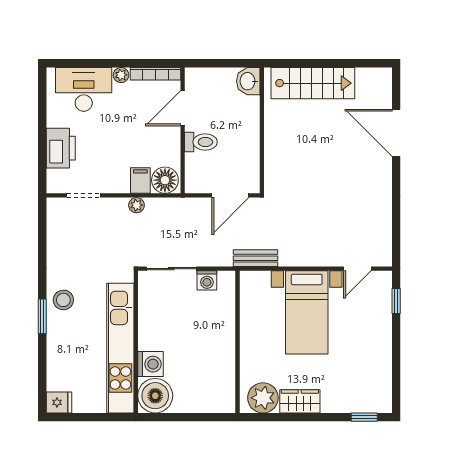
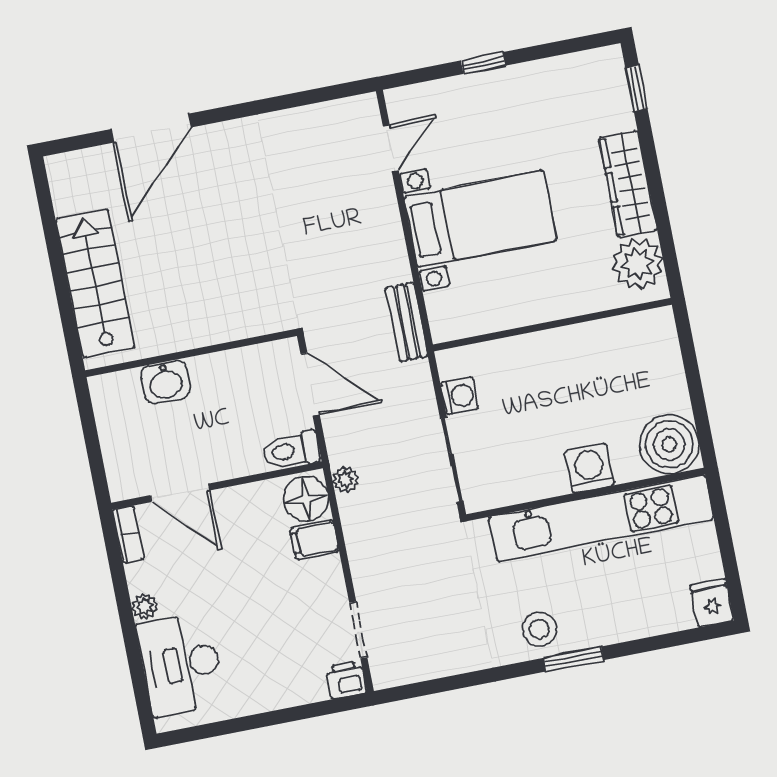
bookcase: (155, 74) -> (128, 534), width x0.64
washbasin: (248, 81) -> (166, 382), moved
toilet: (201, 142) -> (291, 450), moved, turned -90
printer: (61, 148) -> (346, 680), moved, width x0.53, depth x0.68
plant: (136, 205) -> (346, 479), moved
door: (357, 269) -> (391, 148), hinge flipped
window: (396, 301) -> (483, 63), moved
washing machine: (150, 364) -> (590, 468), moved
wardrobe: (300, 401) -> (628, 184), width x1.50

